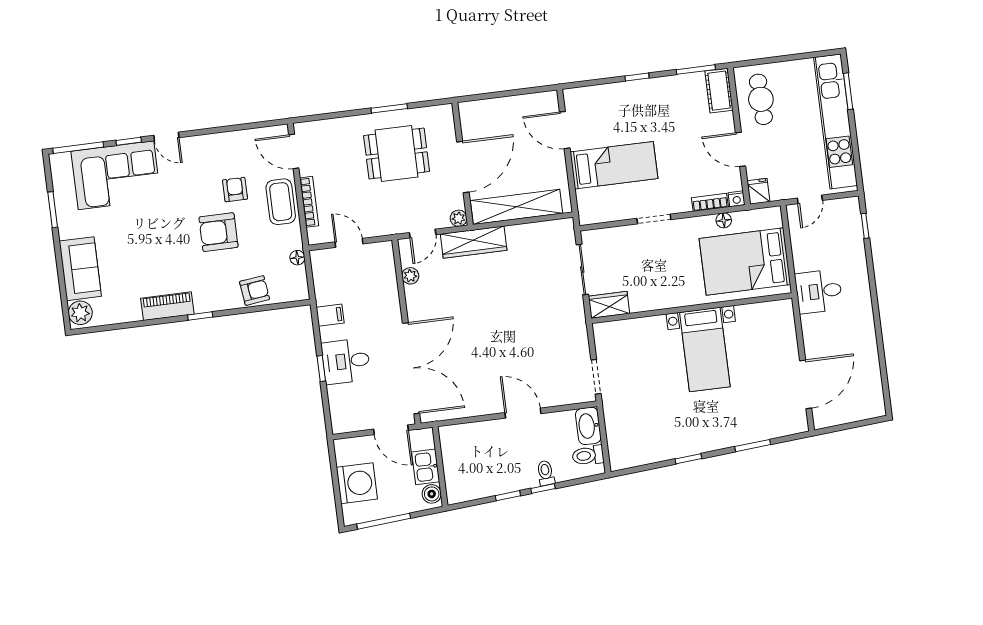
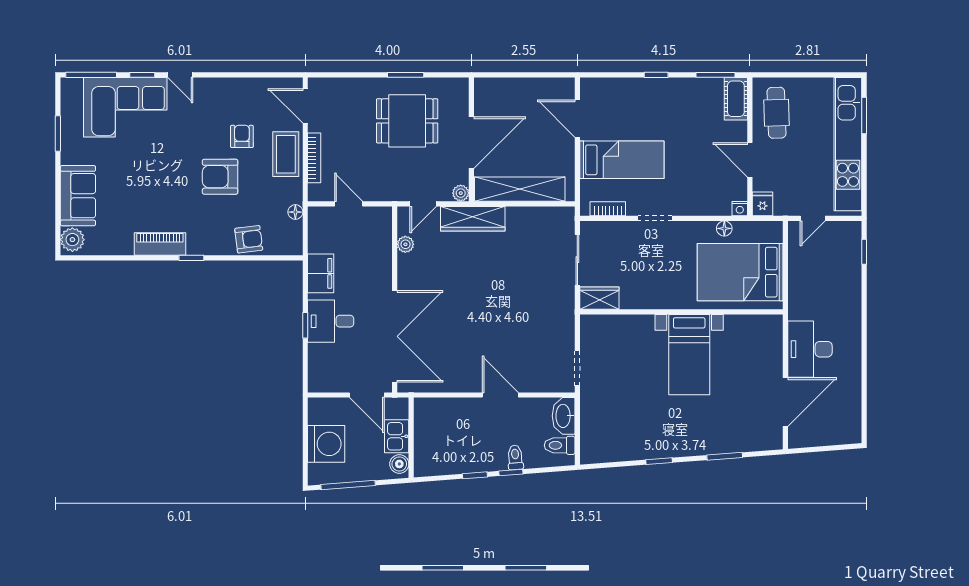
bookcase: (710, 202) -> (608, 209), moved
desk: (819, 291) -> (810, 349), moved, width x1.37
filing cabinet: (330, 315) -> (321, 273), width x2.00

